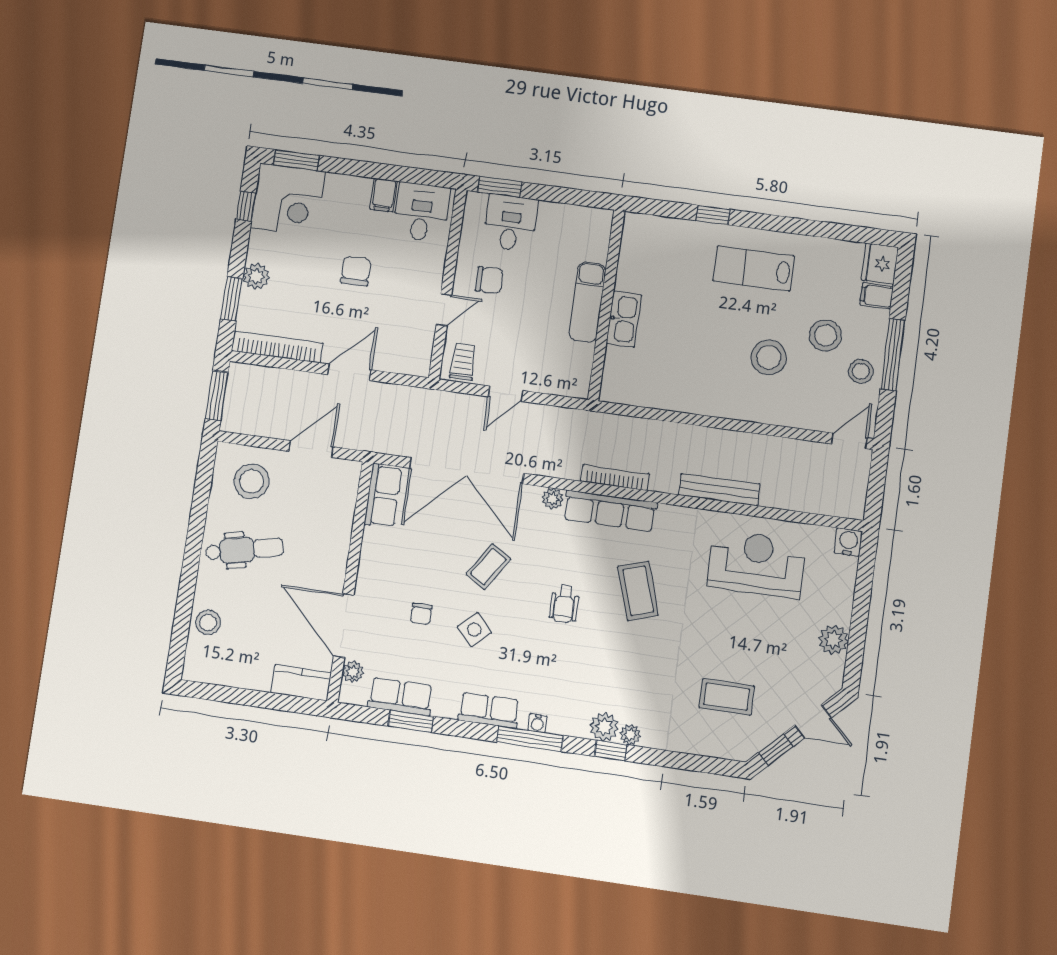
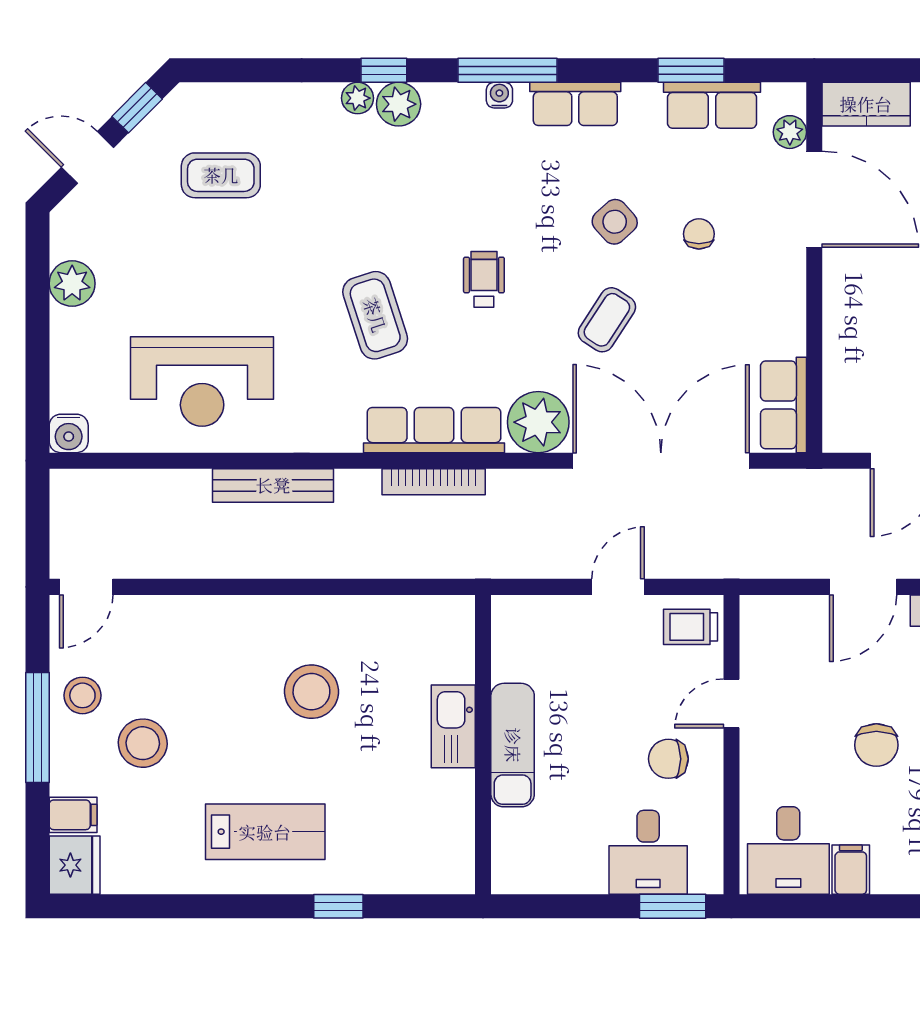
stool: (769, 357) -> (311, 692), moved
trolley: (463, 362) -> (690, 627), turned 90
plant: (553, 499) -> (538, 422), width x1.87, depth x1.87

